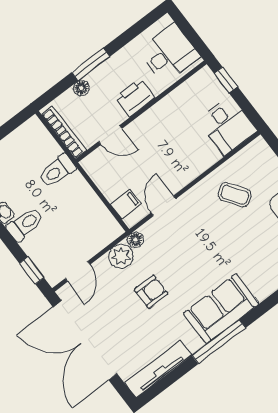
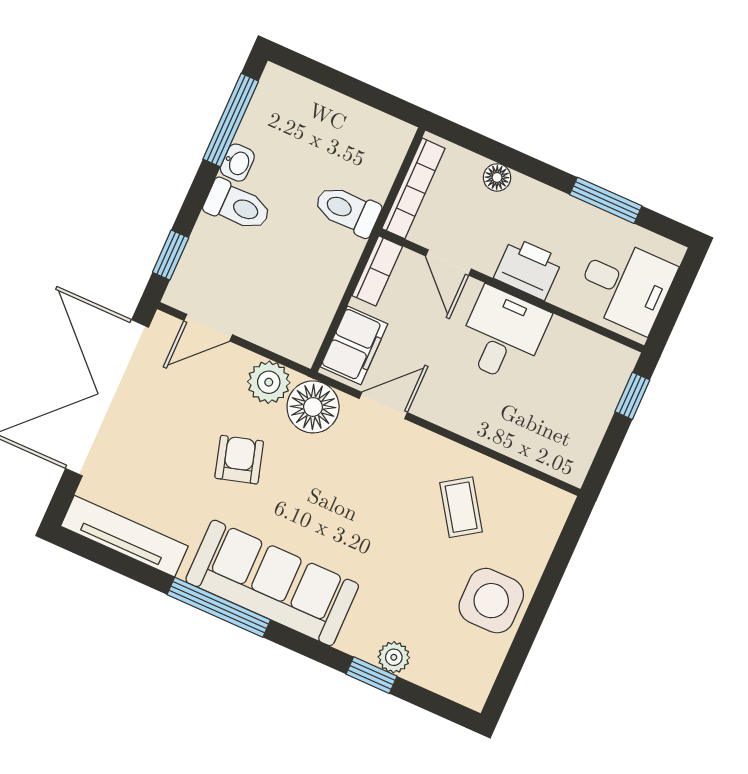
window: (91, 64) -> (606, 200), moved
desk: (227, 126) -> (503, 335), moved, turned 180
bookcase: (95, 173) -> (377, 271), added
filing cabinet: (126, 204) -> (354, 345), width x2.00
floor lamp: (136, 240) -> (313, 407), width x1.89, depth x1.89
armchair: (151, 292) -> (239, 460), turned -106
sofa: (221, 309) -> (272, 583), width x1.36

